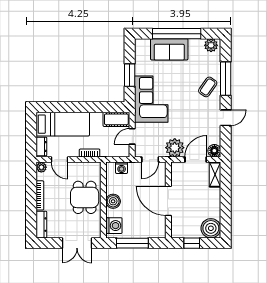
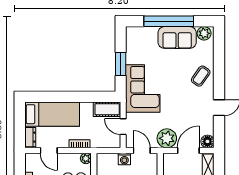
sofa: (169, 49) -> (177, 37), moved
window: (226, 79) -> (219, 68), removed
door: (132, 136) -> (123, 127), hinge flipped
door: (150, 160) -> (142, 150), swing flipped
plant: (41, 167) -> (86, 158), moved
washing machine: (122, 168) -> (124, 159), moved

